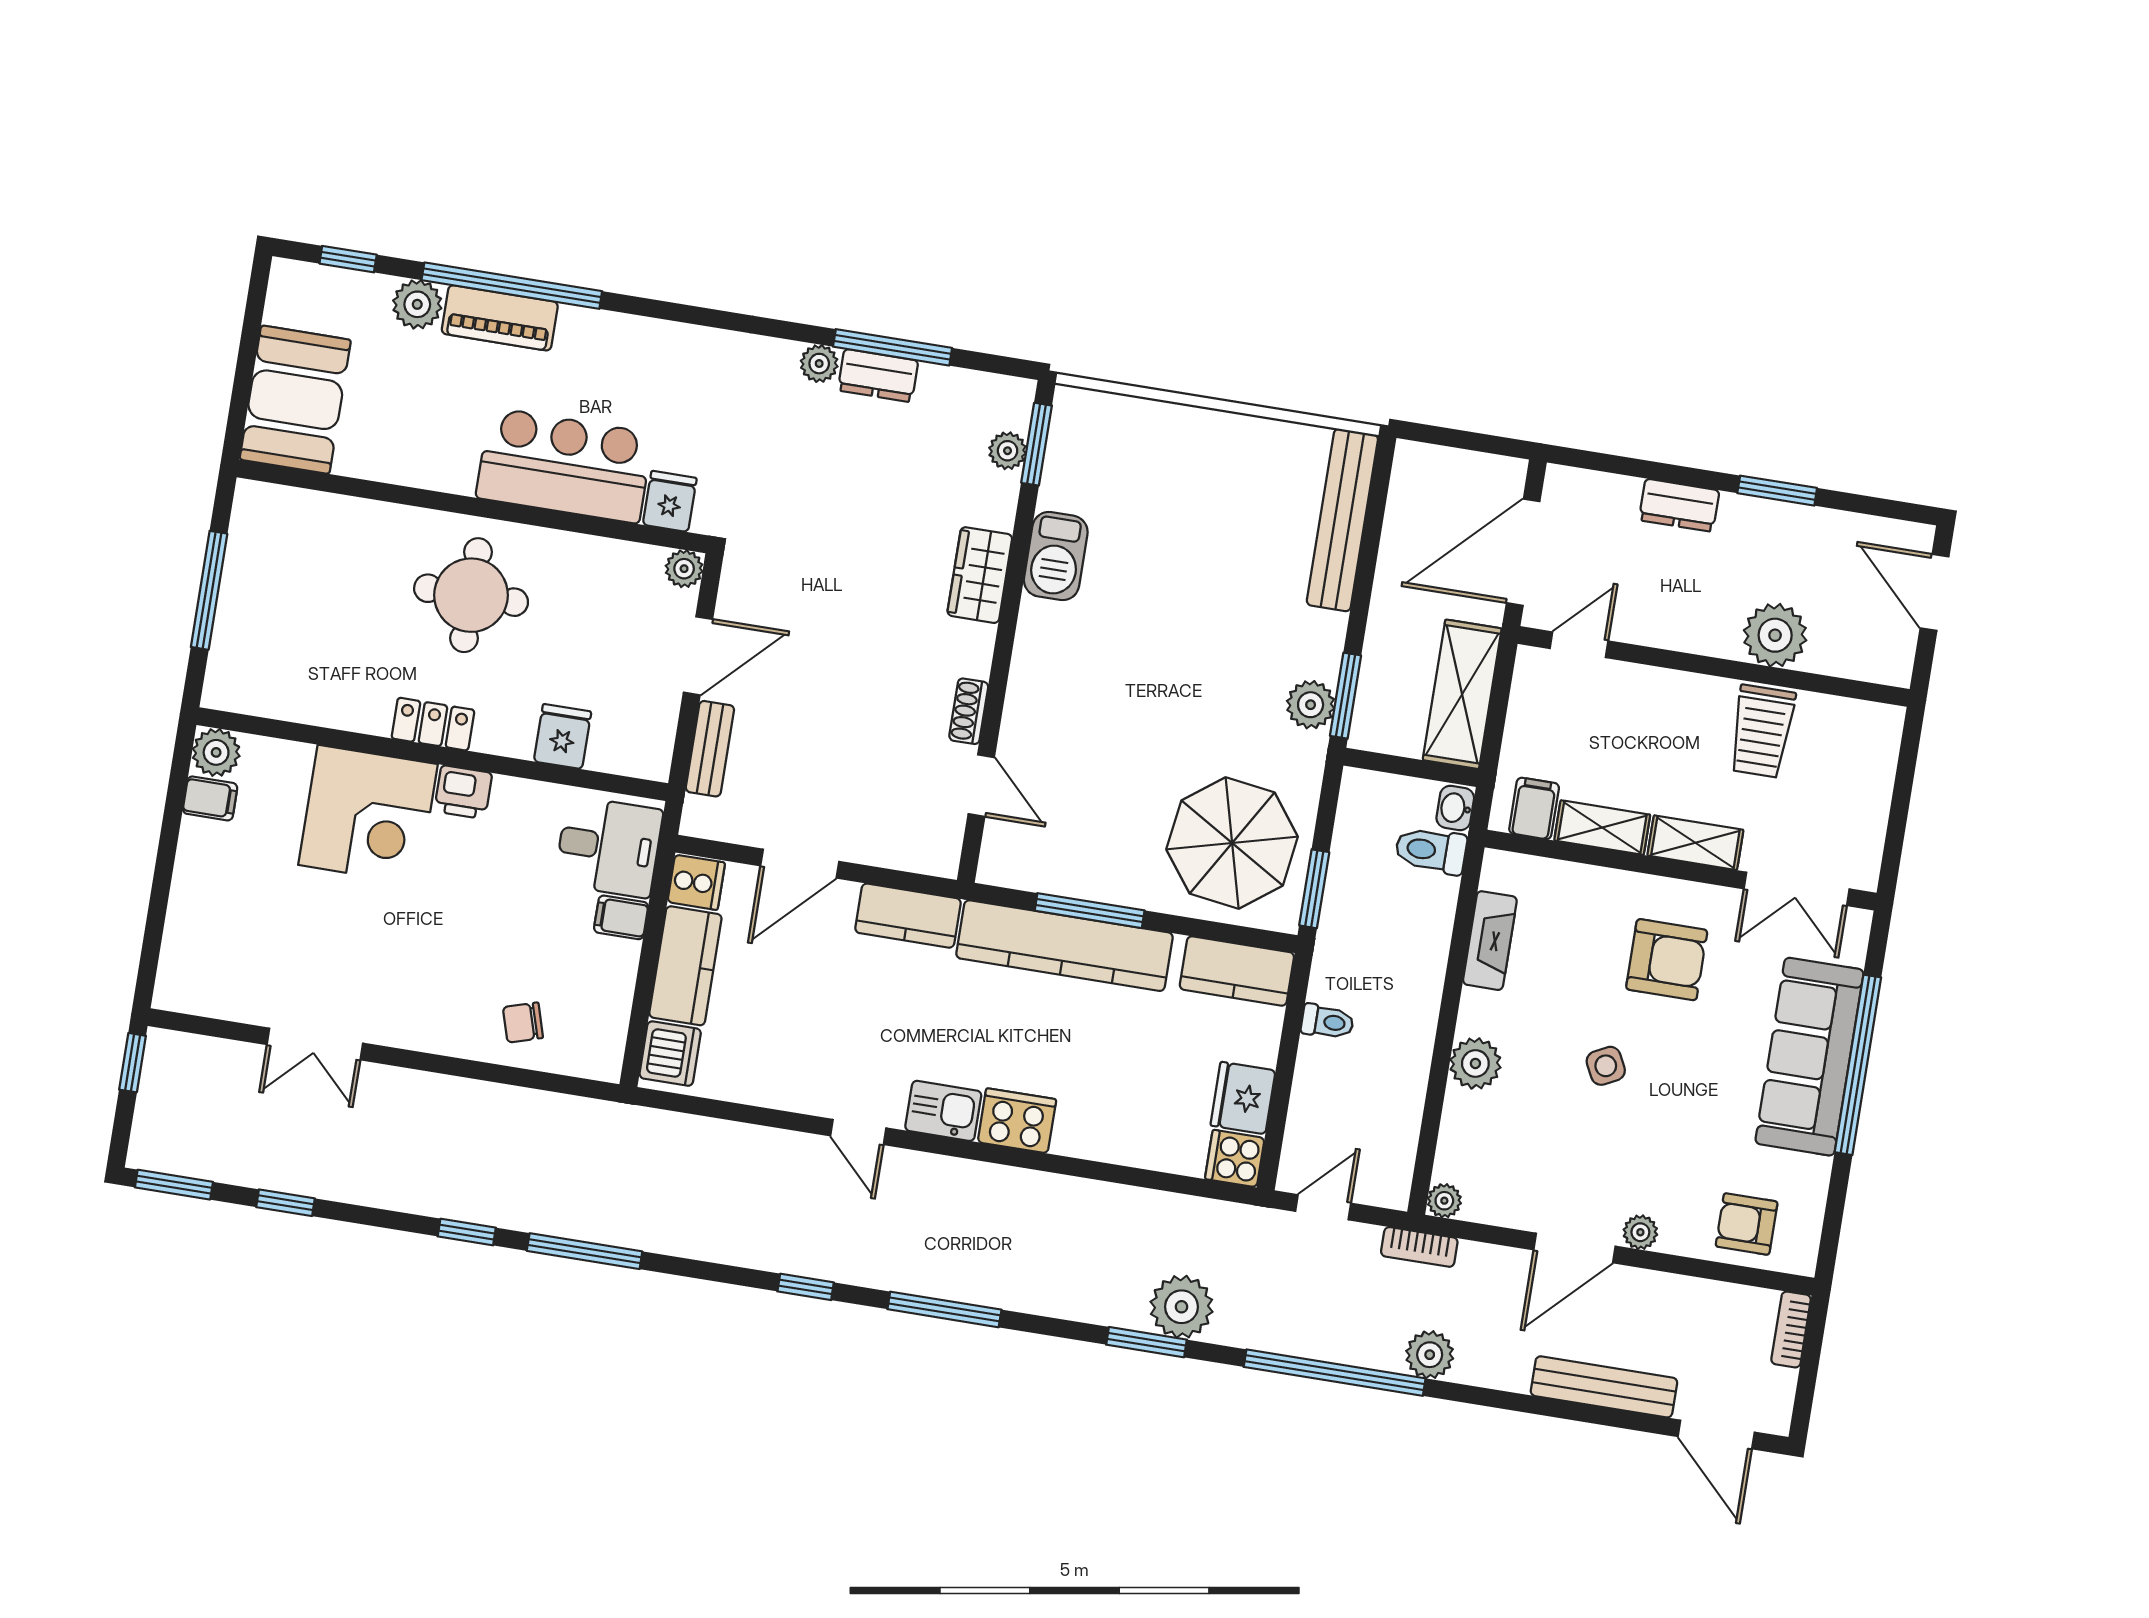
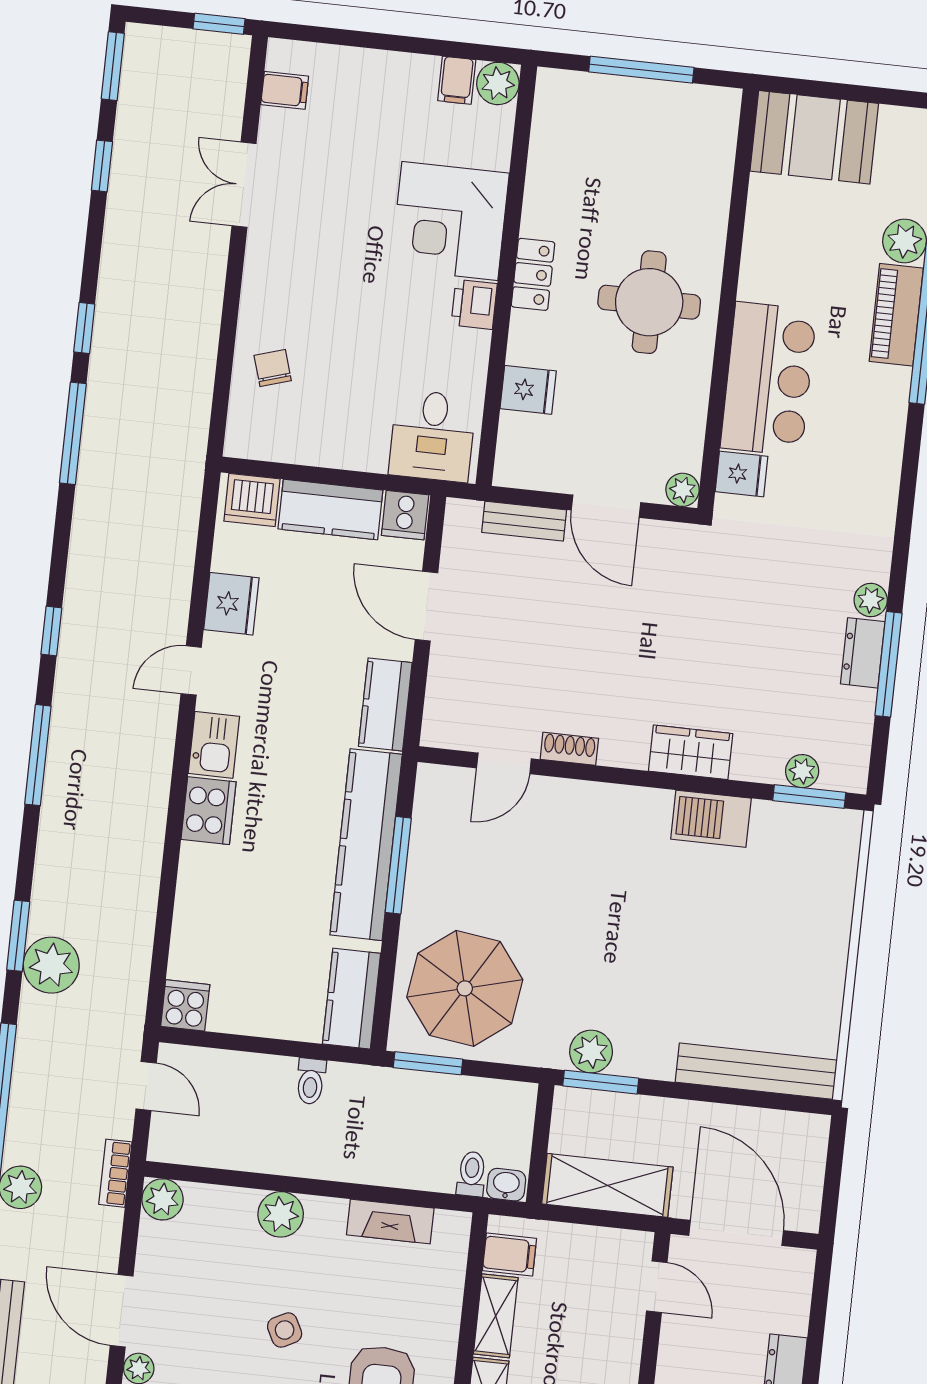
toilet: (1431, 850) -> (472, 1174), width x0.73, depth x0.72
filing cabinet: (621, 917) -> (285, 90), moved, turned 90
fridge: (1243, 1098) -> (231, 604), moved, turned 90
plant: (1444, 1201) -> (163, 1199), width x1.38, depth x1.38

